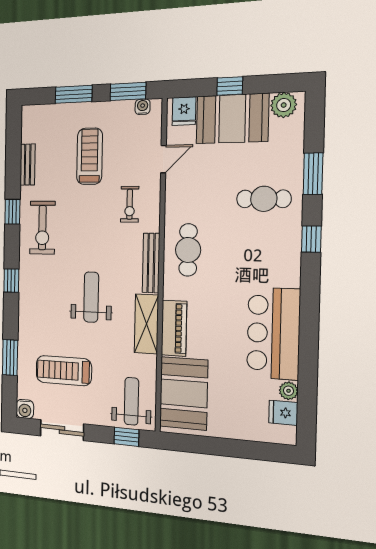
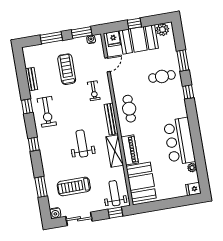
fridge: (283, 413) -> (193, 189), moved

